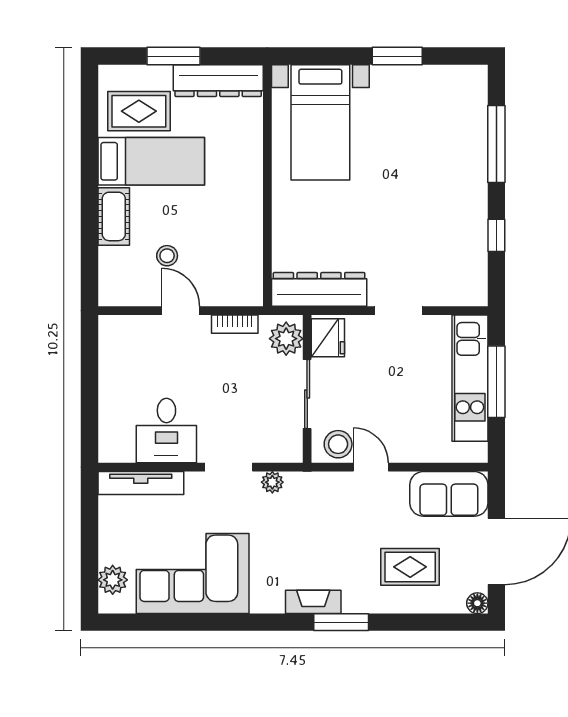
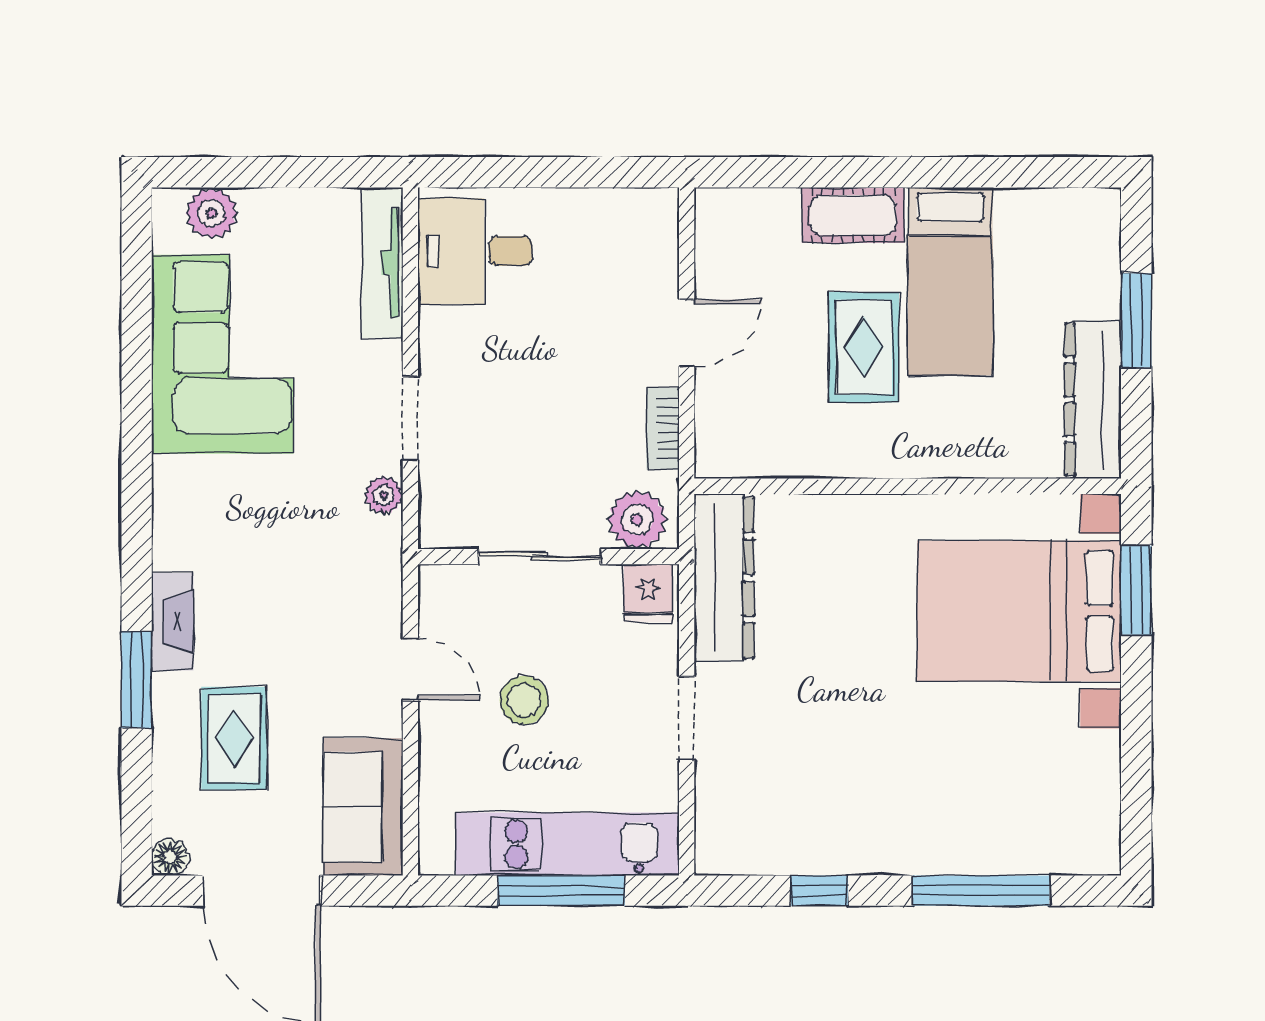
window: (397, 56) -> (1136, 590), moved
rug: (139, 111) -> (864, 347), moved
bed with nightstands: (320, 122) -> (1019, 611), width x1.36
stool: (167, 256) -> (784, 309), removed
fridge: (328, 338) -> (648, 593), width x0.72
desk: (166, 431) -> (475, 251), moved
stool: (338, 444) -> (524, 700), moved
door: (371, 467) -> (410, 669), hinge flipped
fireplace: (313, 602) -> (172, 622), moved
window: (341, 622) -> (137, 680), moved

